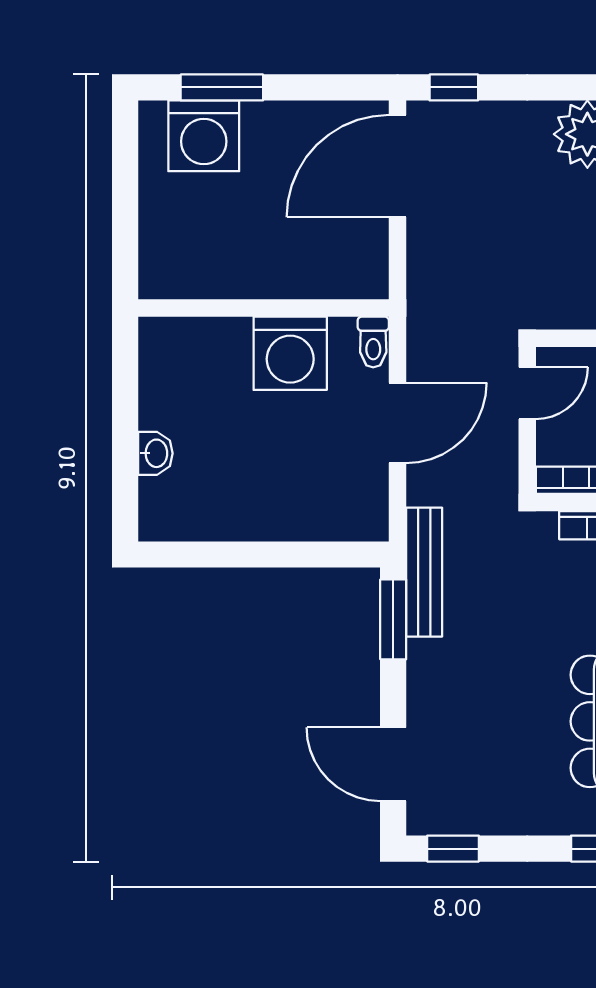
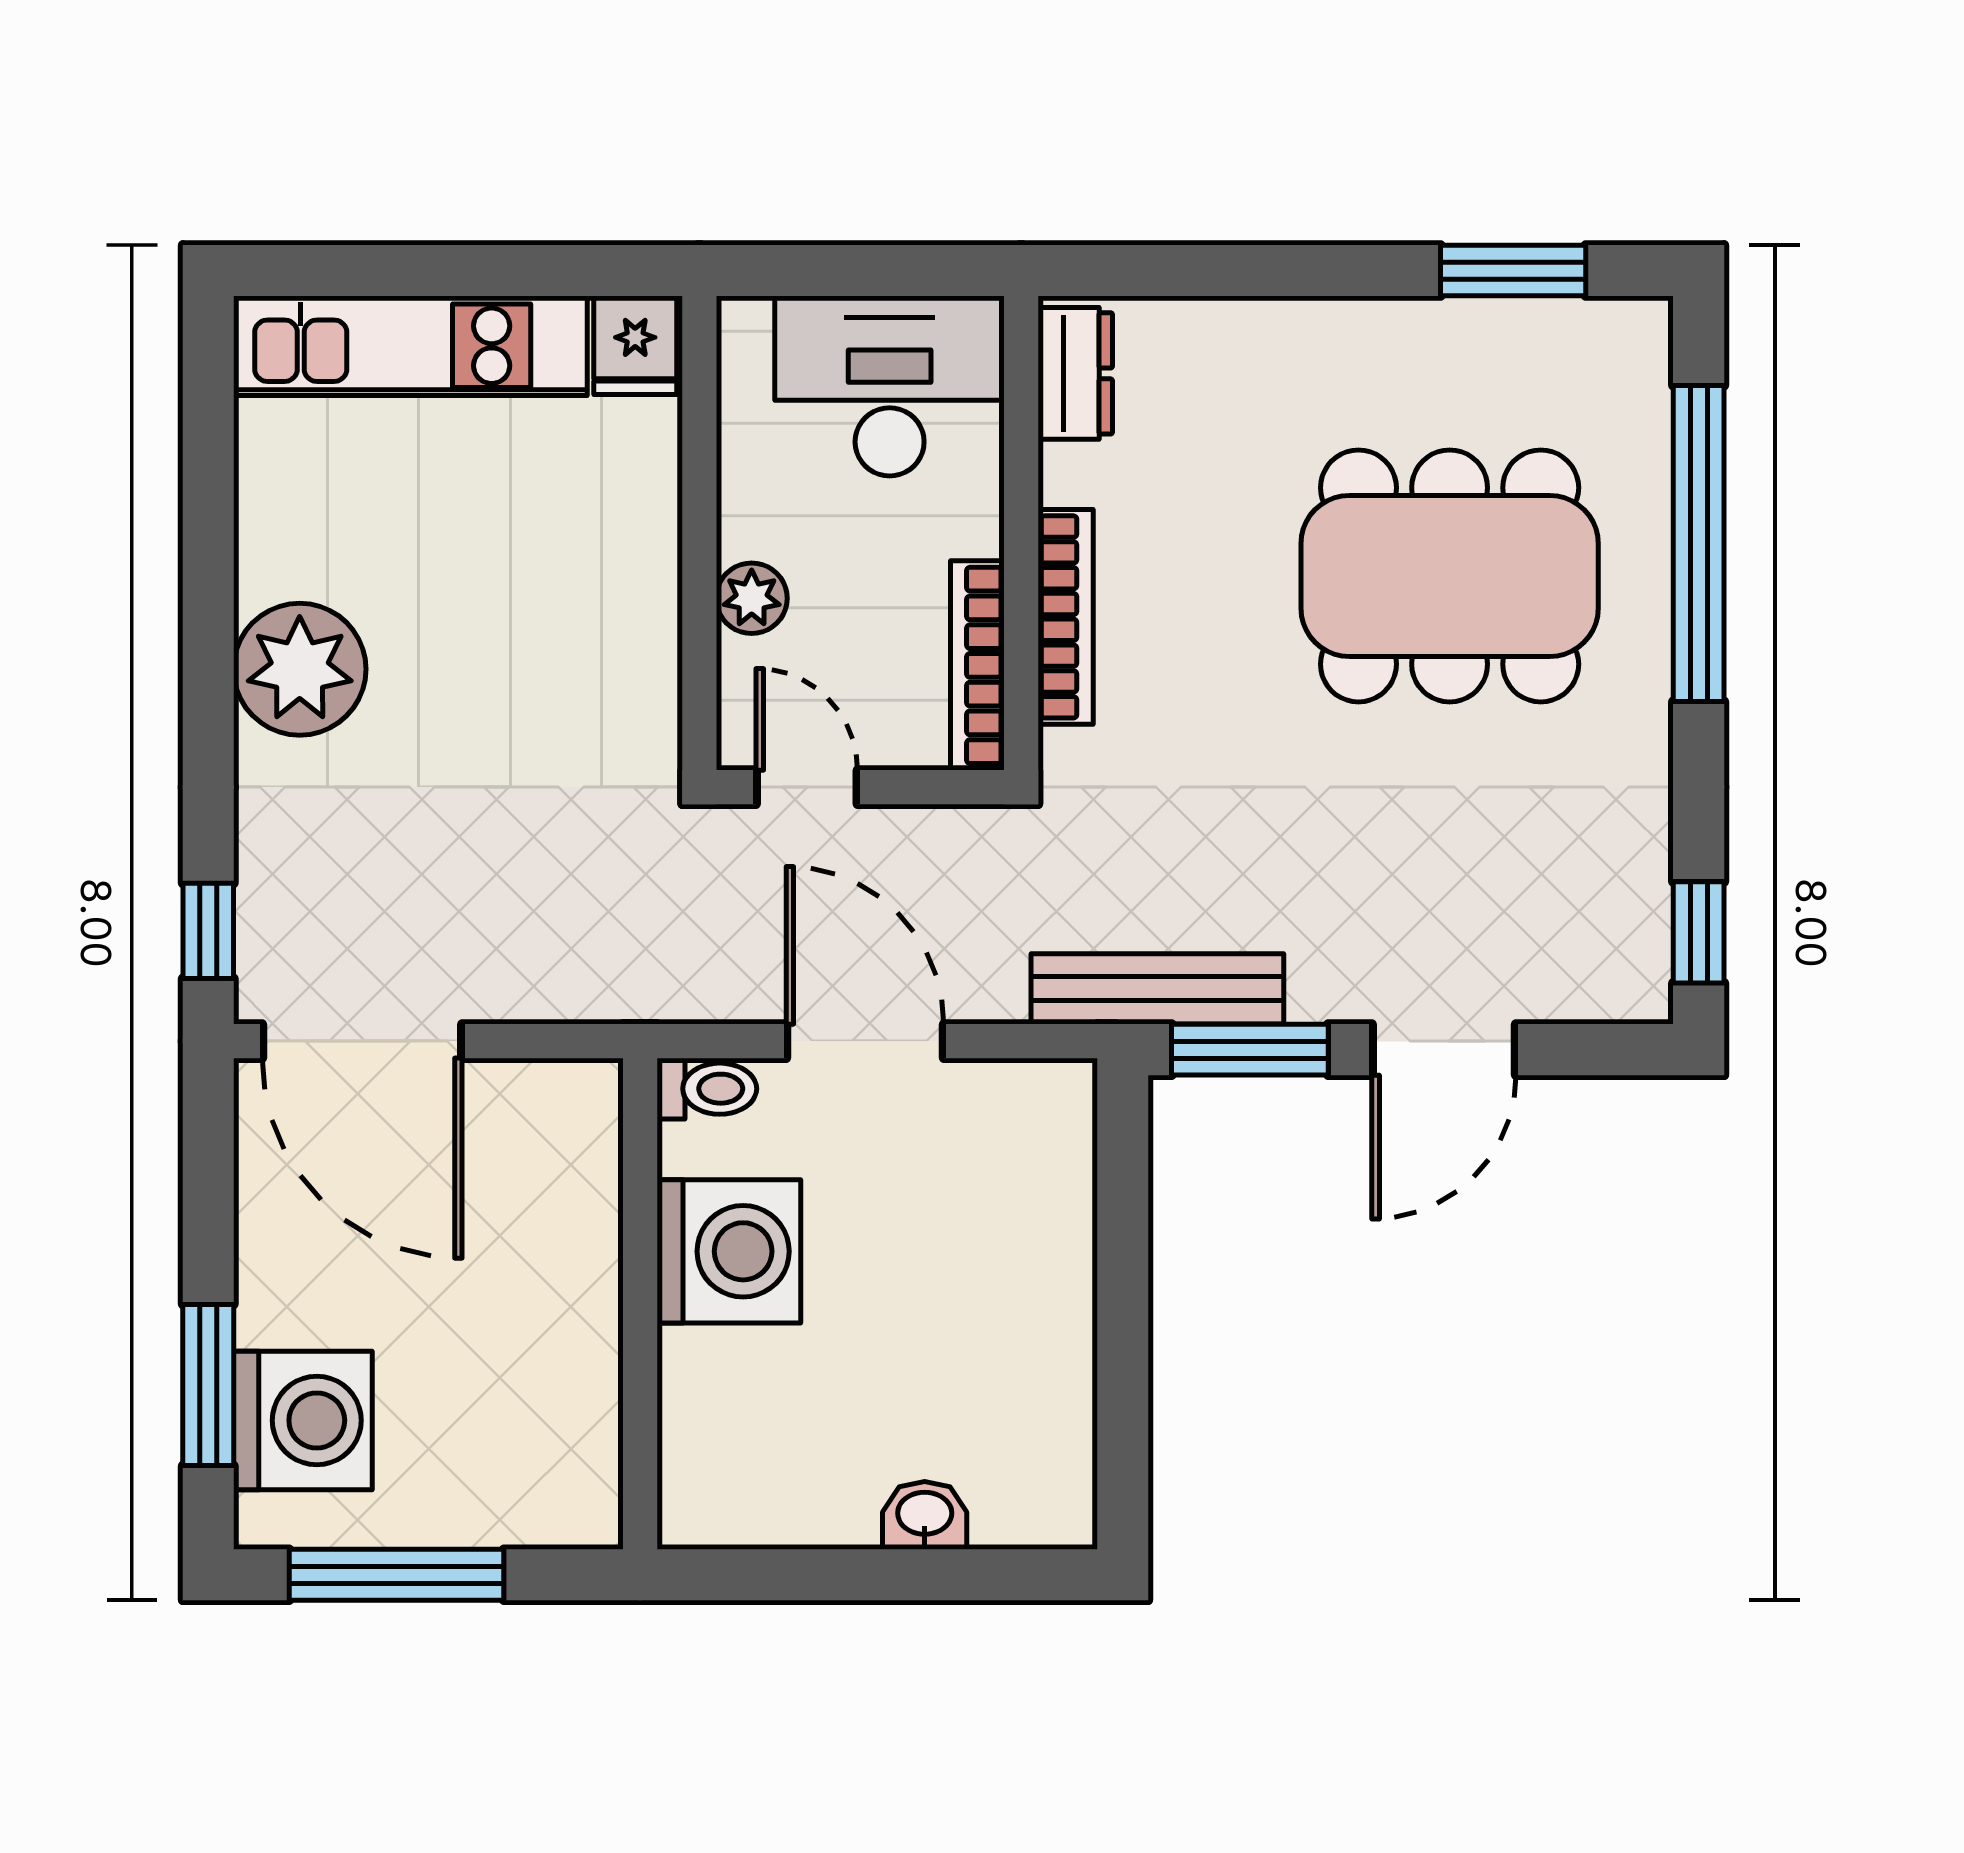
window: (125, 184) -> (397, 1575), added
door: (393, 764) -> (1444, 1050), moved

